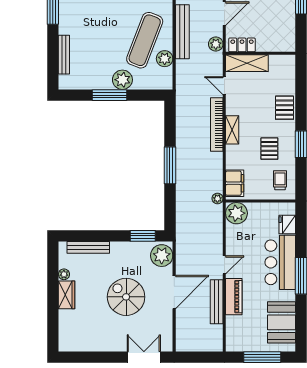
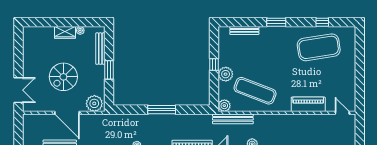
bench: (182, 32) -> (233, 119), moved
plant: (165, 59) -> (224, 106), moved
window: (110, 95) -> (214, 64), width x0.46
window: (143, 236) -> (109, 70), moved
spiral stairs: (126, 297) -> (63, 77), turned 180

